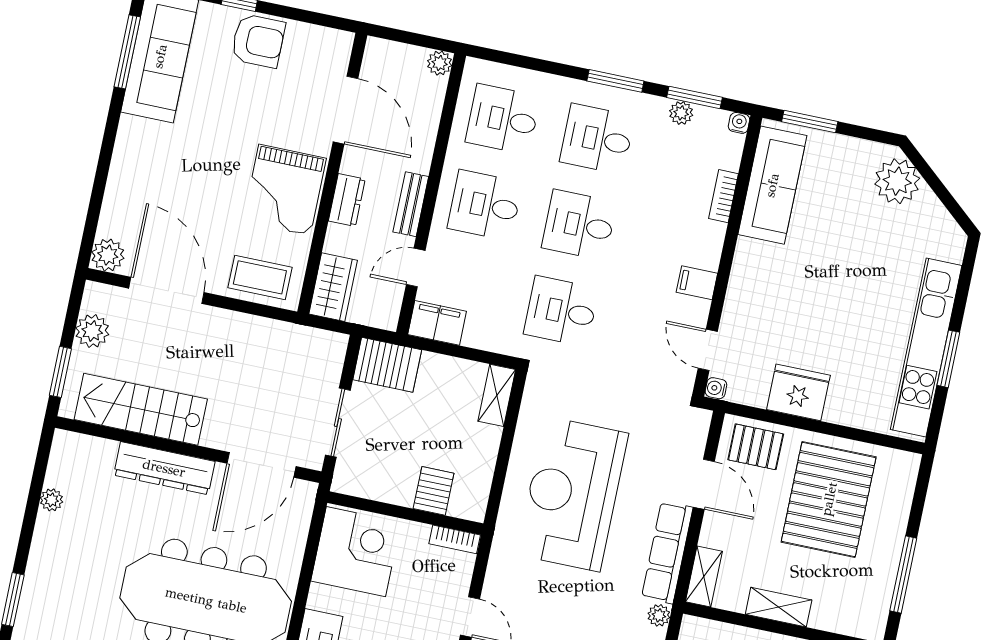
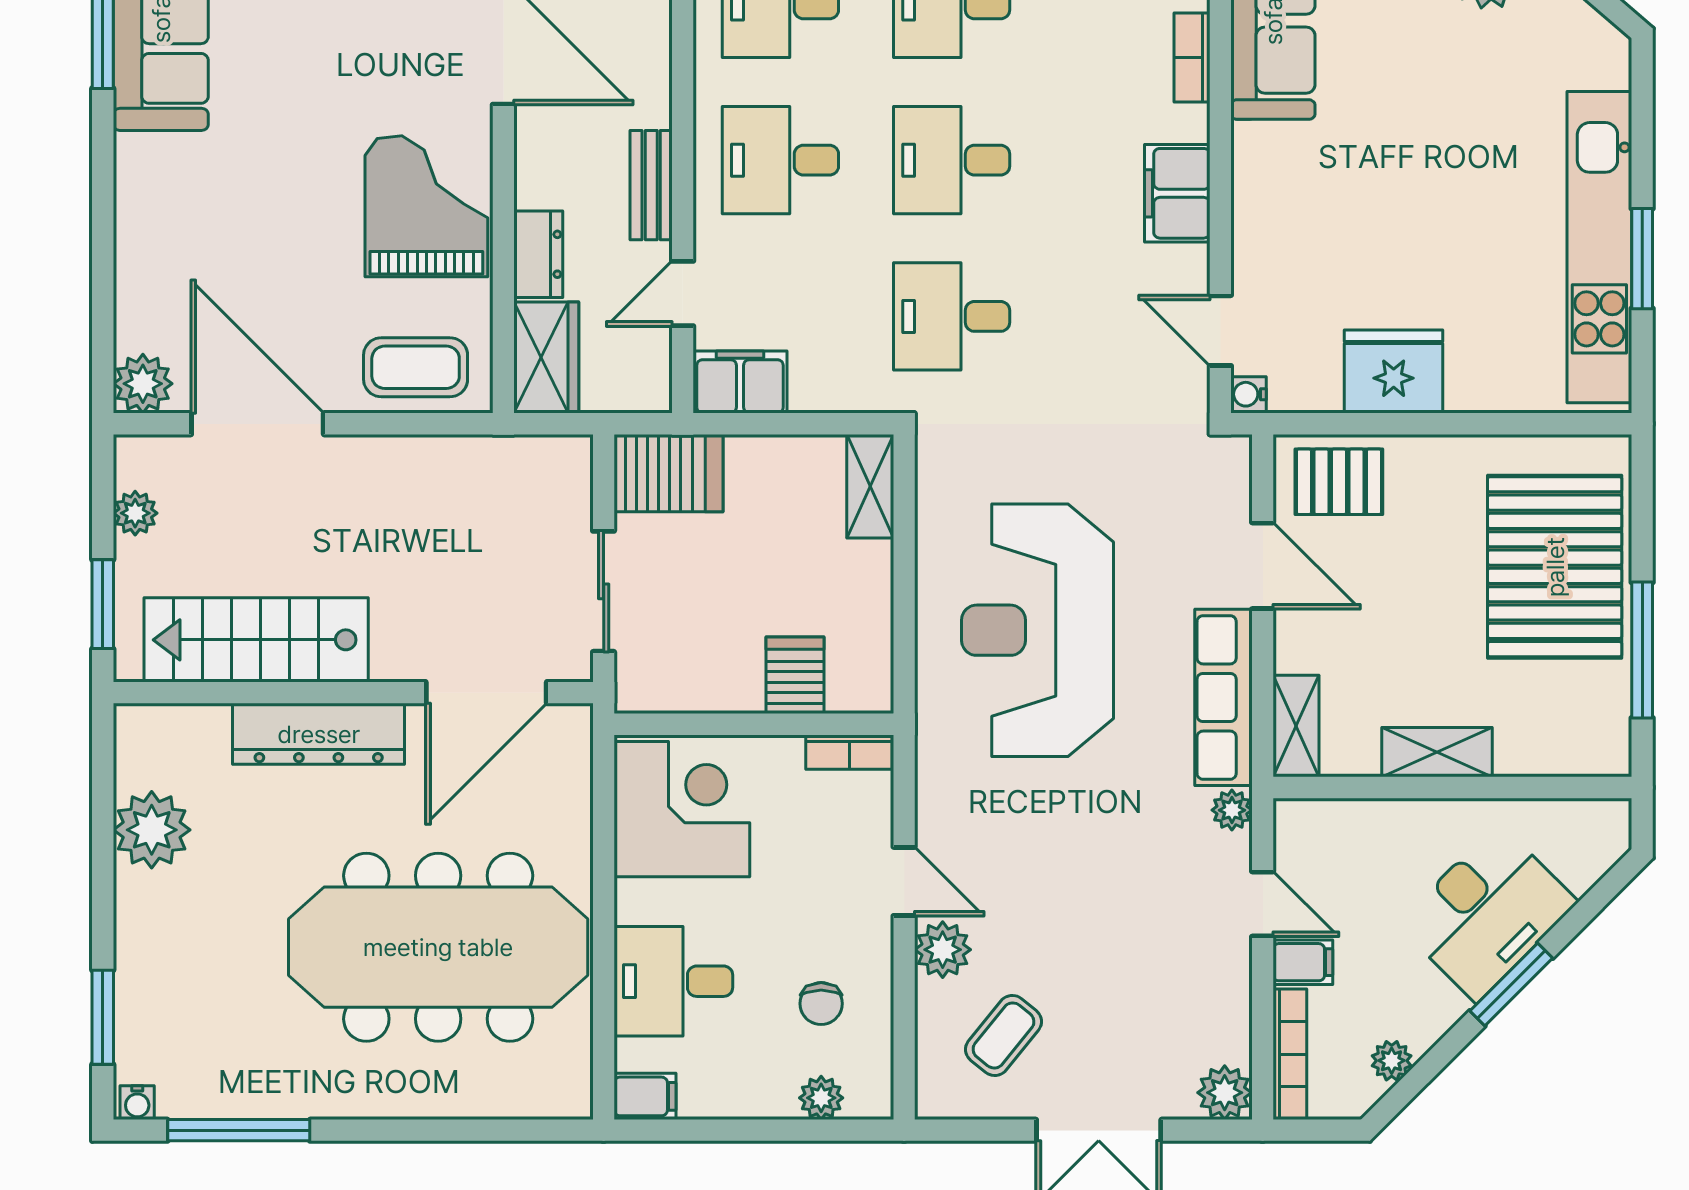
grand piano: (285, 190) -> (426, 206), turned 180
dresser: (347, 200) -> (538, 254), moved
filing cabinet: (697, 283) -> (1177, 193), width x2.00
plant: (92, 331) -> (135, 513), width x0.73, depth x0.73
pallet: (829, 499) -> (1555, 567), moved
plant: (51, 500) -> (152, 830), width x1.88, depth x1.88

